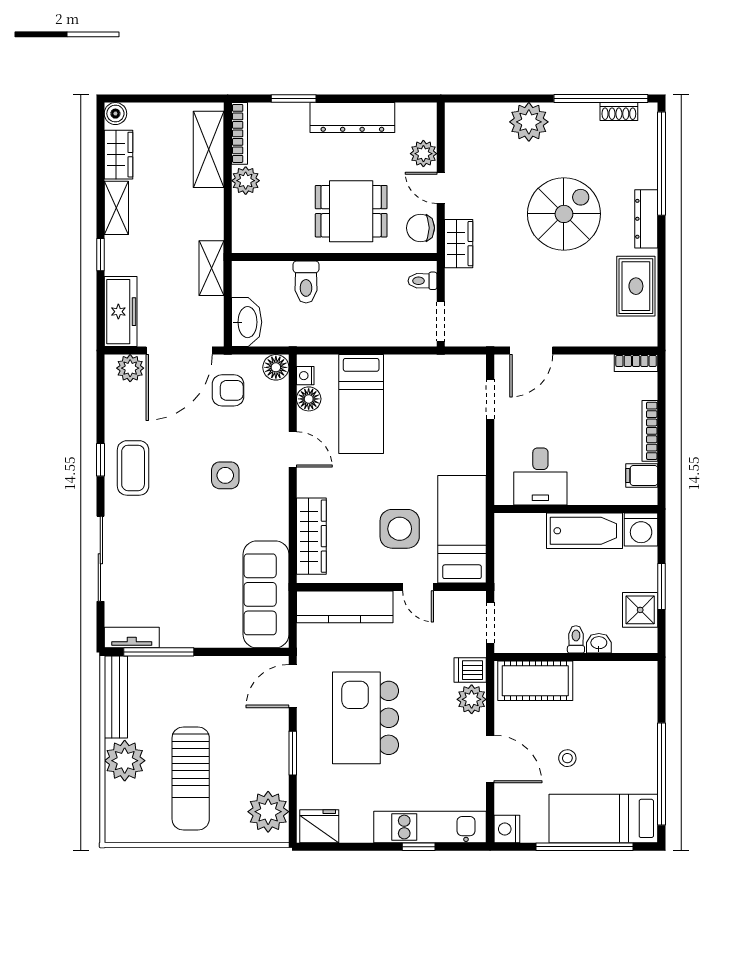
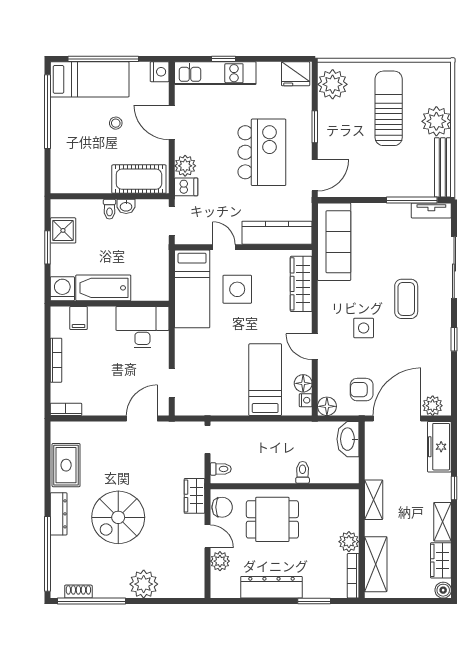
shelving: (211, 268) -> (374, 500), moved
toilet: (306, 282) -> (303, 472), width x0.73, depth x0.72
coffee table: (133, 468) -> (406, 299), moved
filing cabinet: (642, 475) -> (79, 318), moved, turned 90
desk: (540, 476) -> (142, 327), width x1.37
washbasin: (599, 643) -> (126, 206), moved

